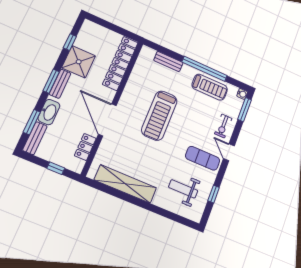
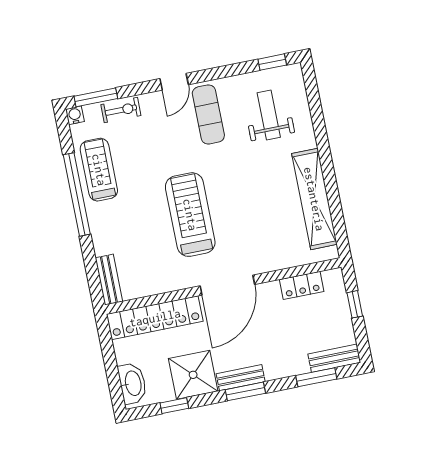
bench: (168, 61) -> (109, 280), moved
washbasin: (49, 112) -> (132, 383), moved, turned 90
treadmill: (159, 116) -> (190, 215), turned -90
door: (107, 120) -> (227, 285), moved
exercise bike: (223, 126) -> (121, 110), moved
weight bench: (183, 189) -> (269, 115), turned 180
window: (214, 194) -> (272, 62), moved

